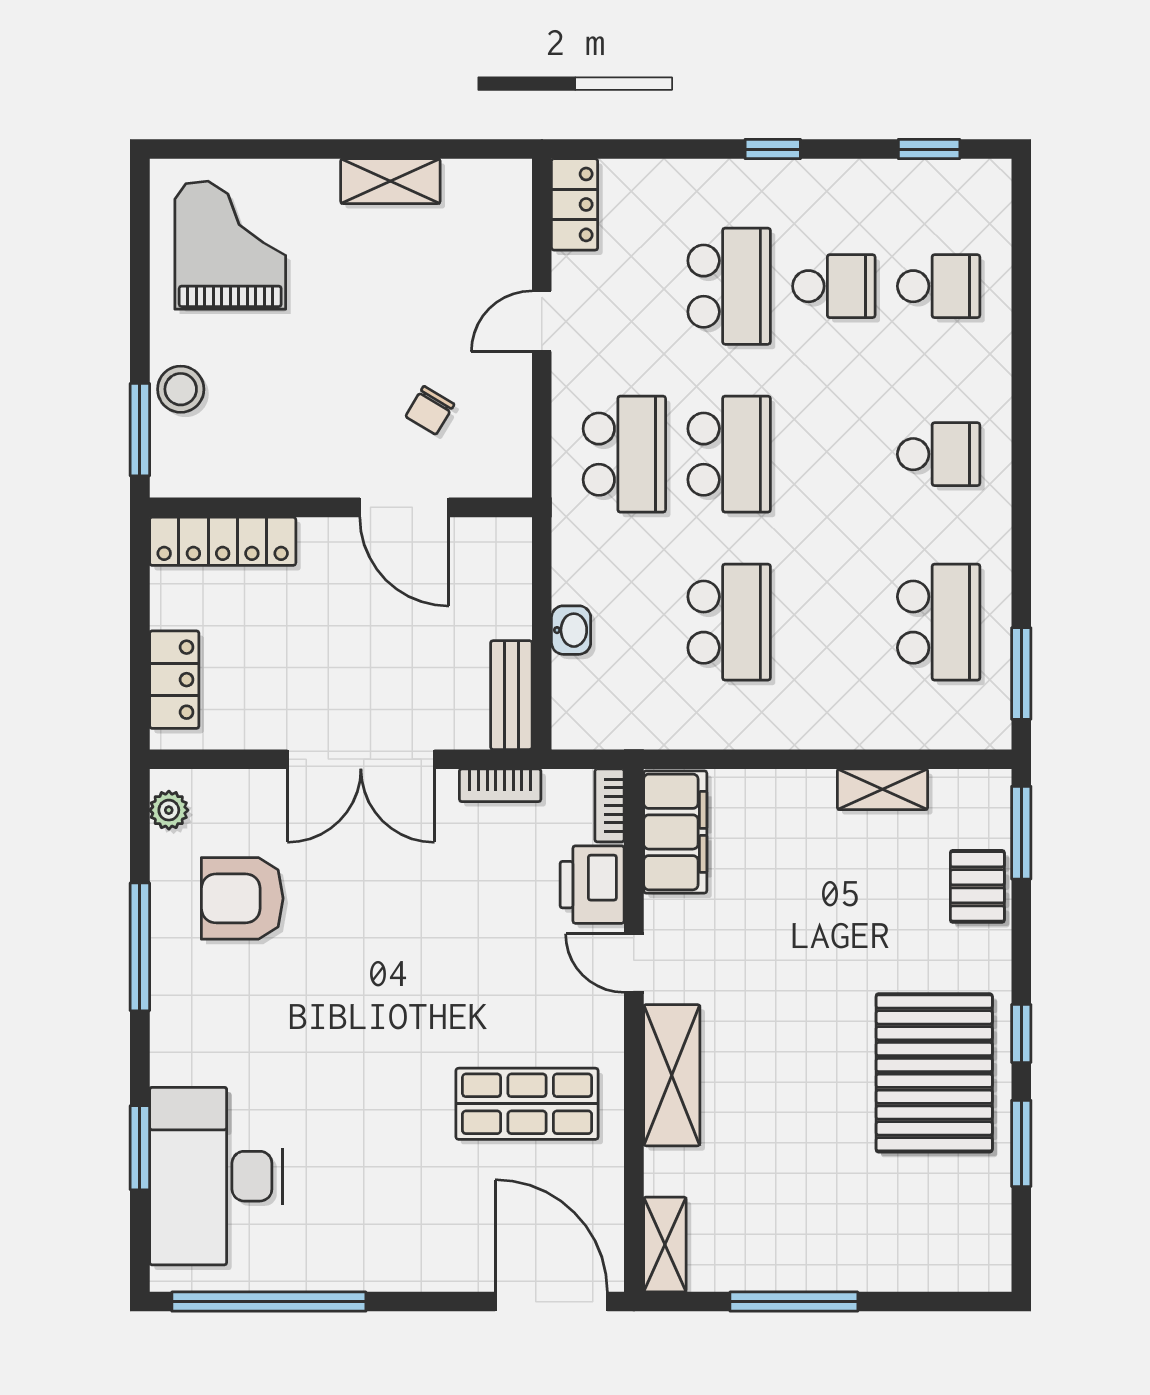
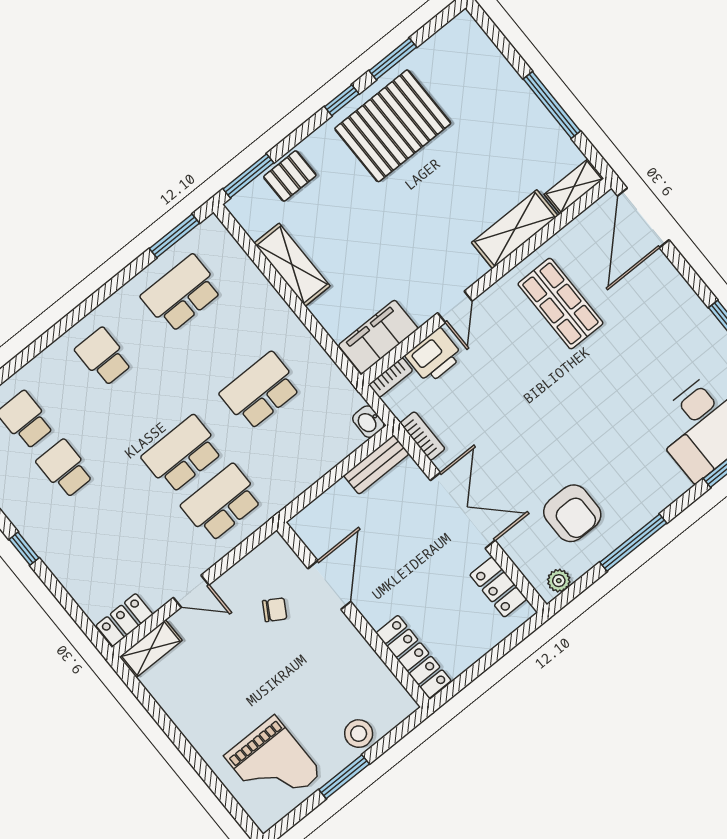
shelving: (390, 181) -> (151, 649), moved, turned 90
grand piano: (230, 245) -> (273, 765), turned -90
school desk: (729, 286) -> (104, 517), removed
window: (140, 430) -> (344, 777), moved
washbasin: (571, 630) -> (368, 422), moved, turned -90
locker: (174, 680) -> (498, 587), moved, turned -90
shelving: (882, 789) -> (292, 265), width x1.50, depth x1.33
shelving: (672, 1075) -> (515, 229), moved

